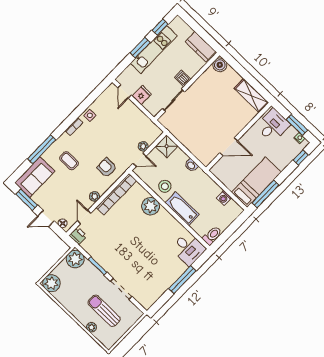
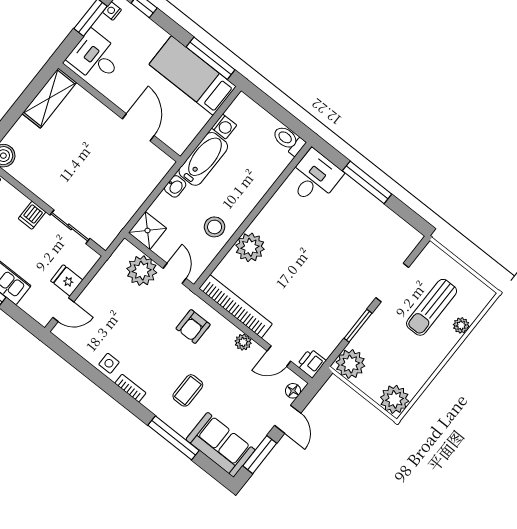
plant: (143, 146) -> (142, 271), width x1.88, depth x1.88
bathtub: (182, 209) -> (203, 159), moved, turned 180

